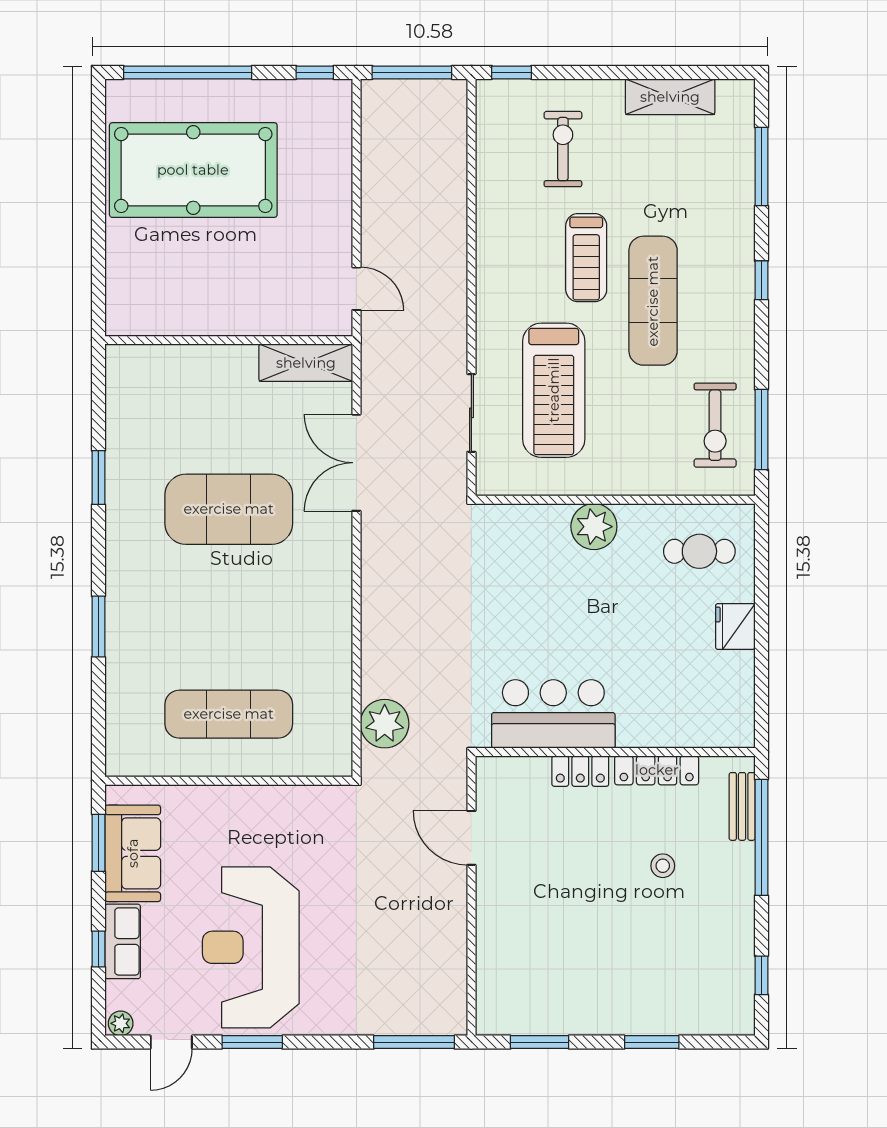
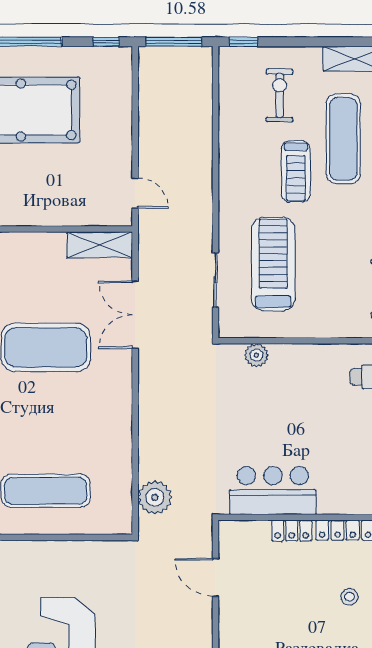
exercise mat: (653, 301) -> (343, 139), moved
treadmill: (554, 390) -> (273, 264), turned 180
plant: (594, 527) -> (256, 355), moved, width x0.73, depth x0.73

